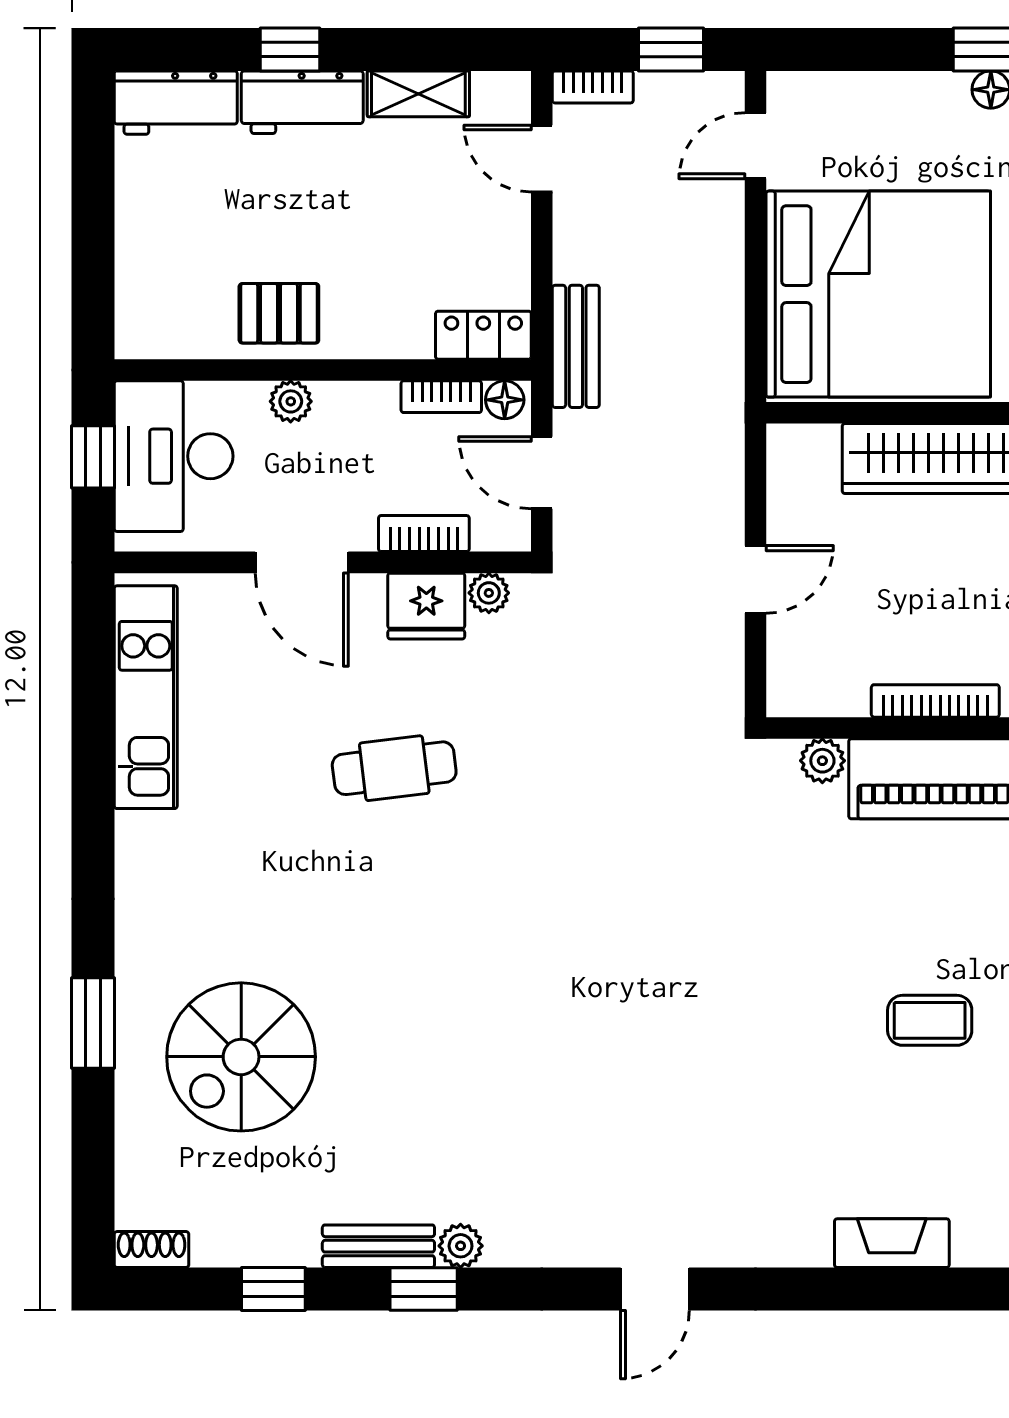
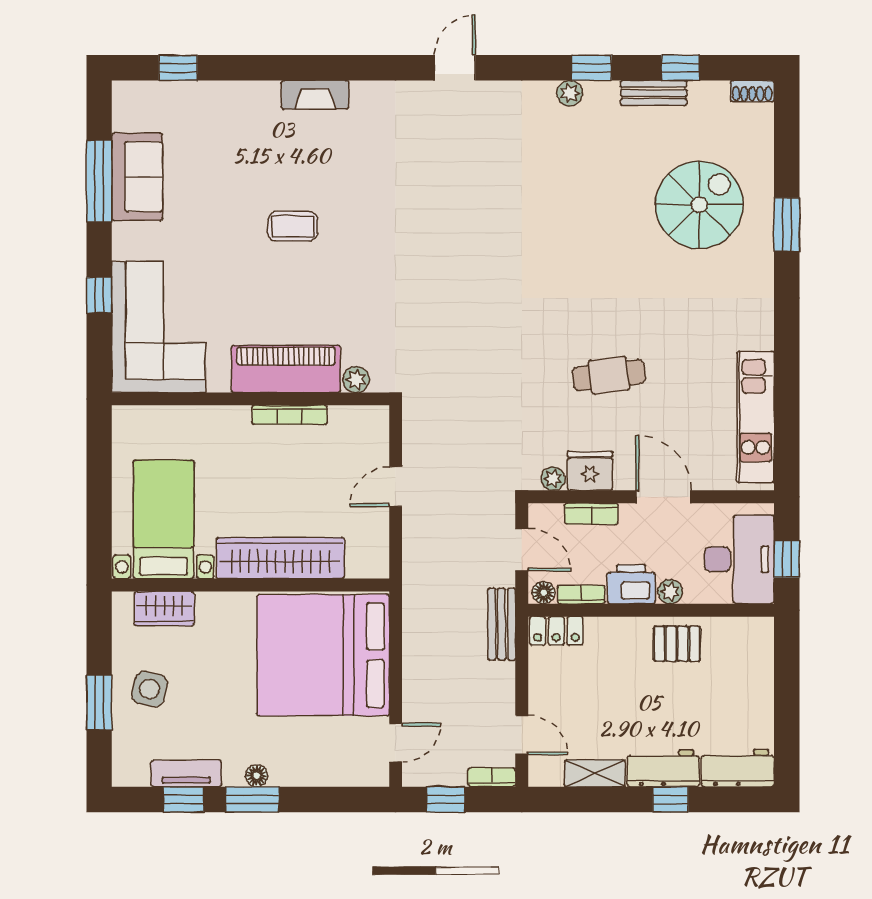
printer: (356, 414) -> (631, 584), added
bench: (378, 1246) -> (654, 93), moved

